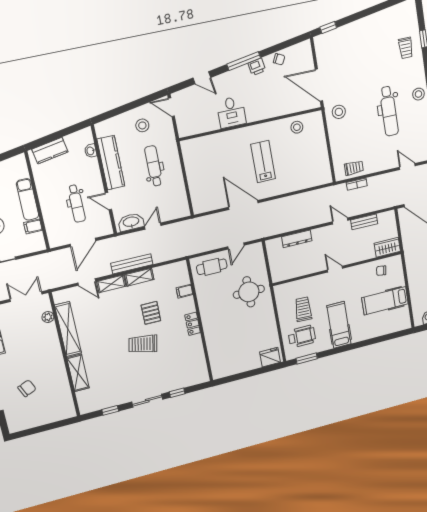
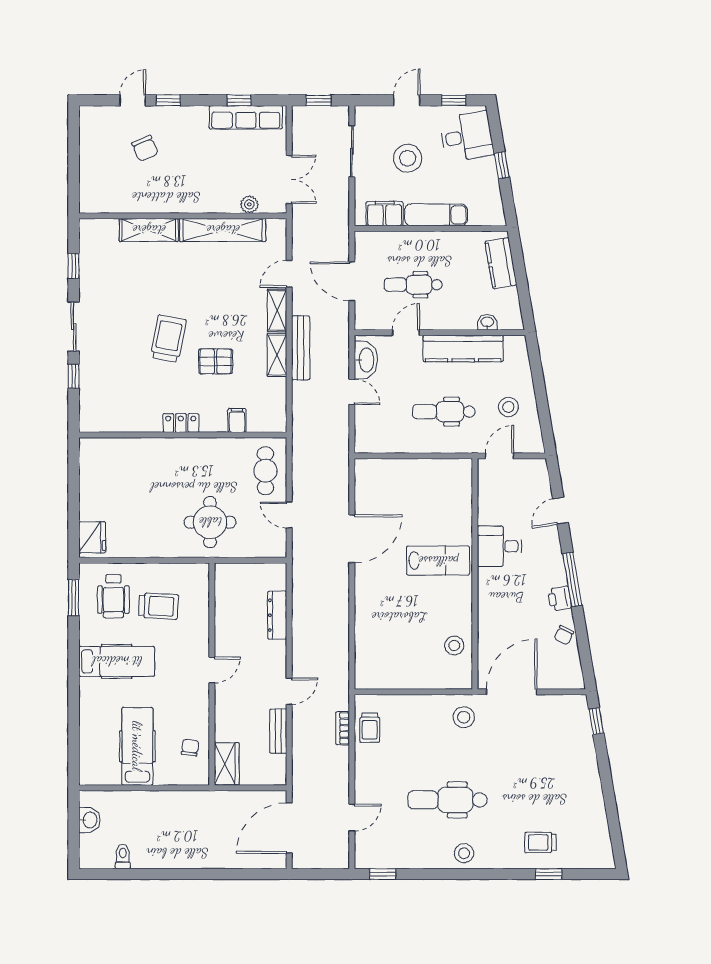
door: (171, 107) -> (500, 456), moved
lab bench: (263, 161) -> (438, 561), moved
dental chair: (154, 166) -> (444, 412), turned 180
filing cabinet: (33, 226) -> (385, 214), width x2.00

